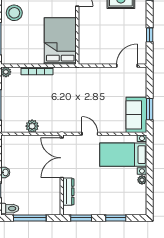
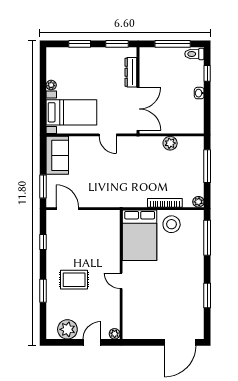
stool: (14, 13) -> (172, 224), moved
door: (127, 66) -> (67, 209), swing flipped
window: (150, 109) -> (43, 186), moved

